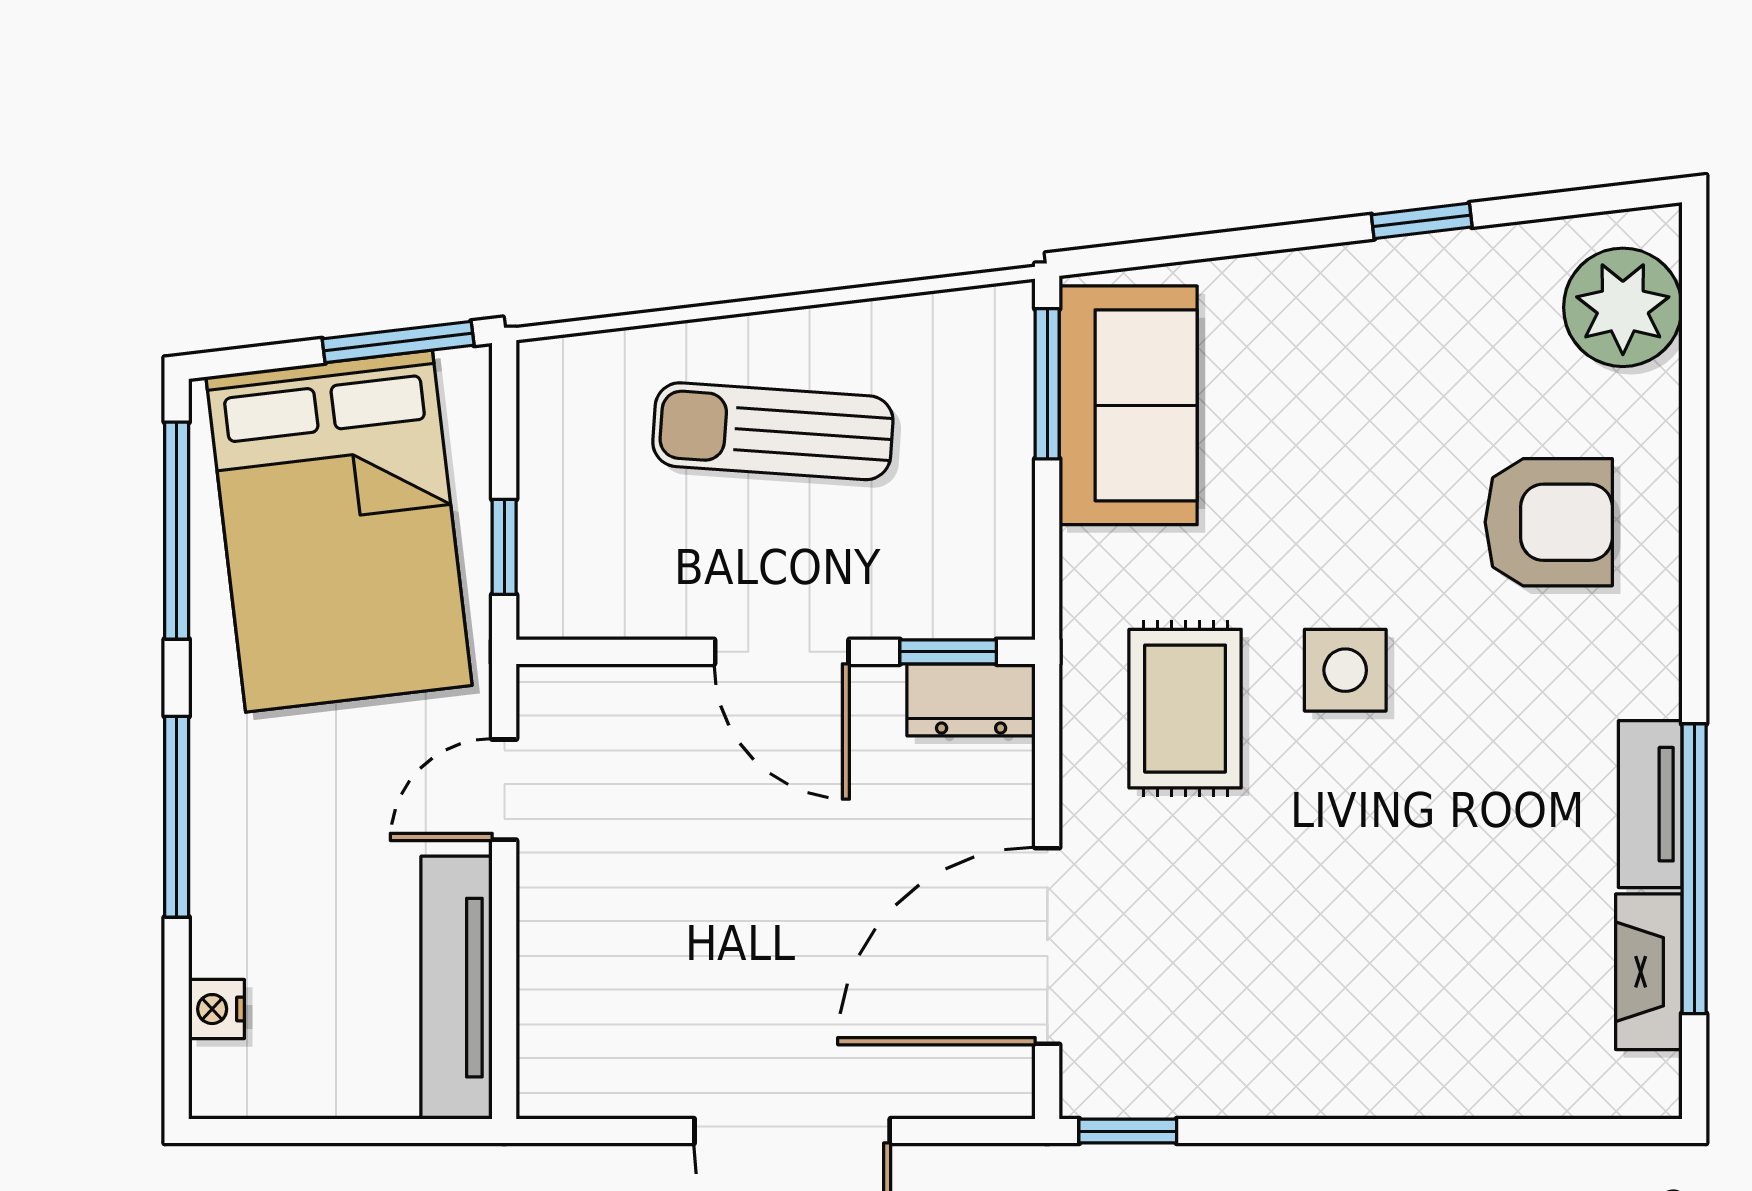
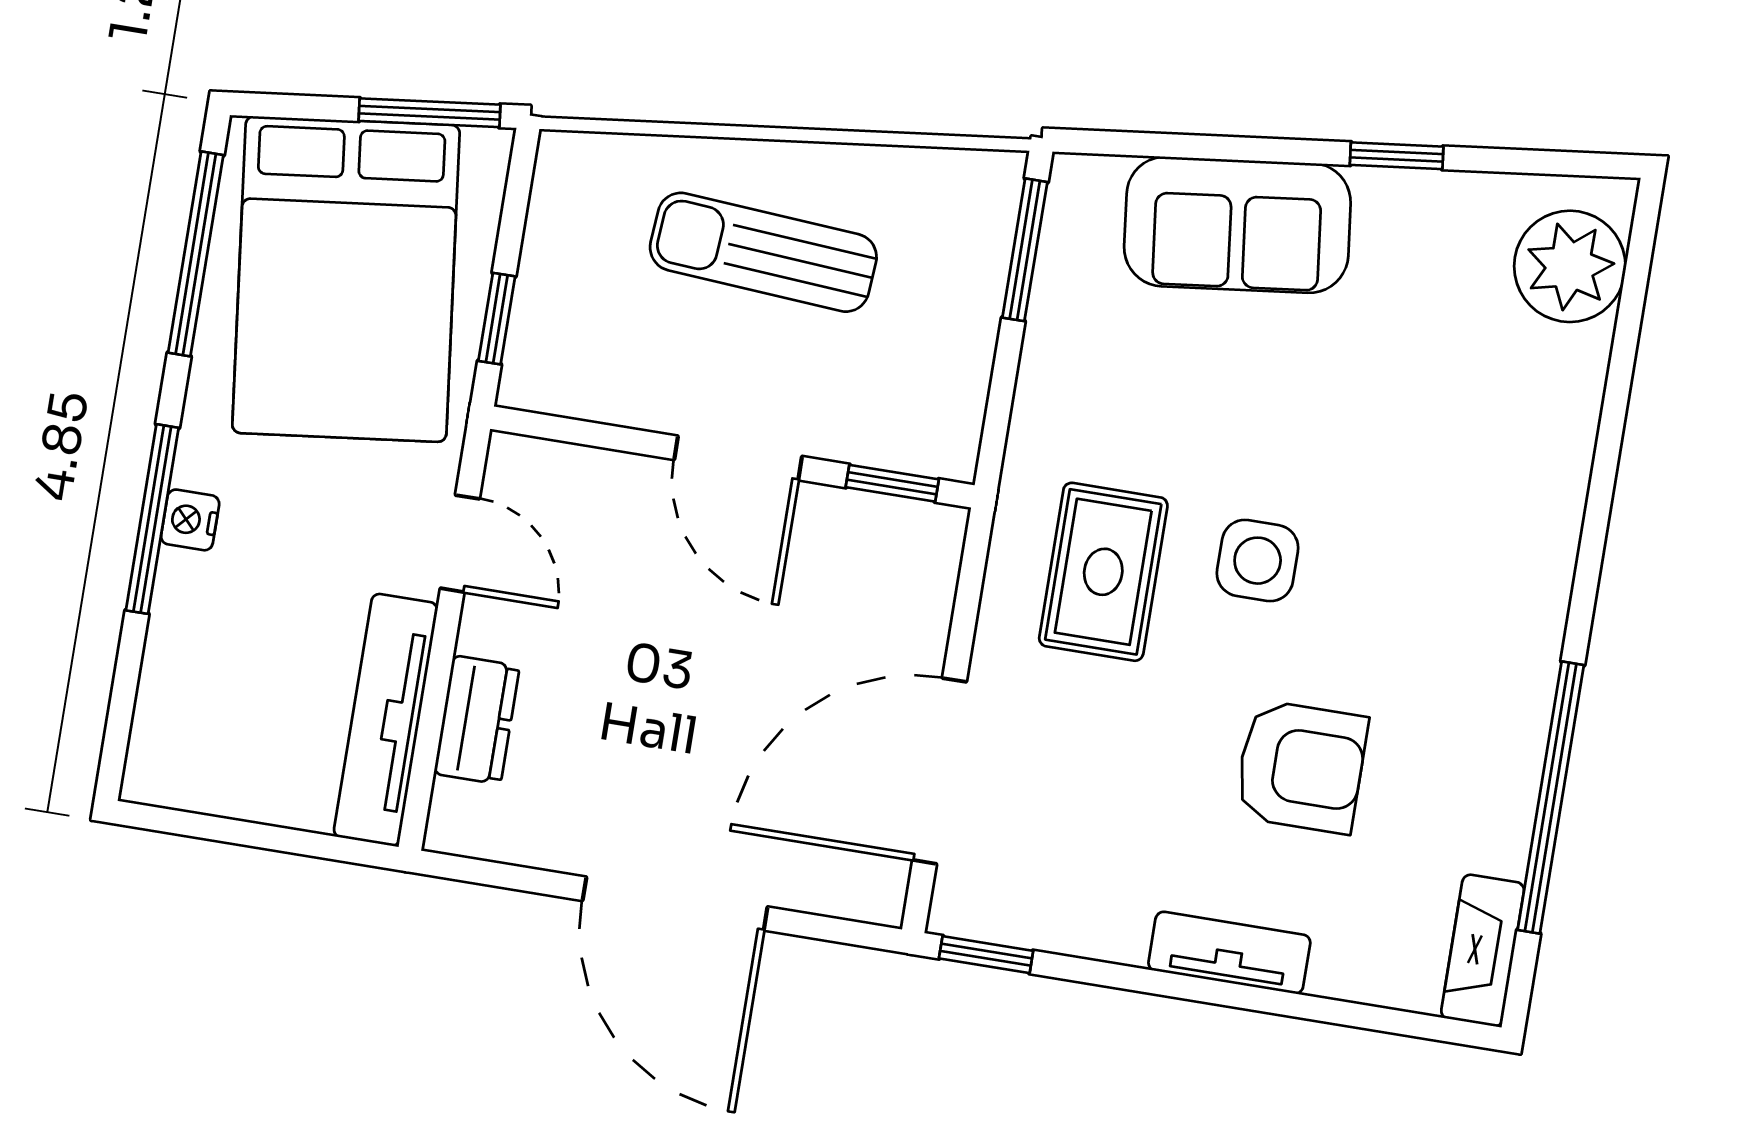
sofa: (1128, 405) -> (1237, 225), moved, turned 83
armchair: (1549, 522) -> (1301, 767), moved
dresser: (971, 700) -> (477, 720), moved, turned -90
door: (504, 790) -> (460, 544), swing flipped
tv unit: (1650, 804) -> (1229, 953), moved, turned 90
fireplace: (1649, 972) -> (1483, 951), moved
nightstand: (217, 1009) -> (190, 520), moved

